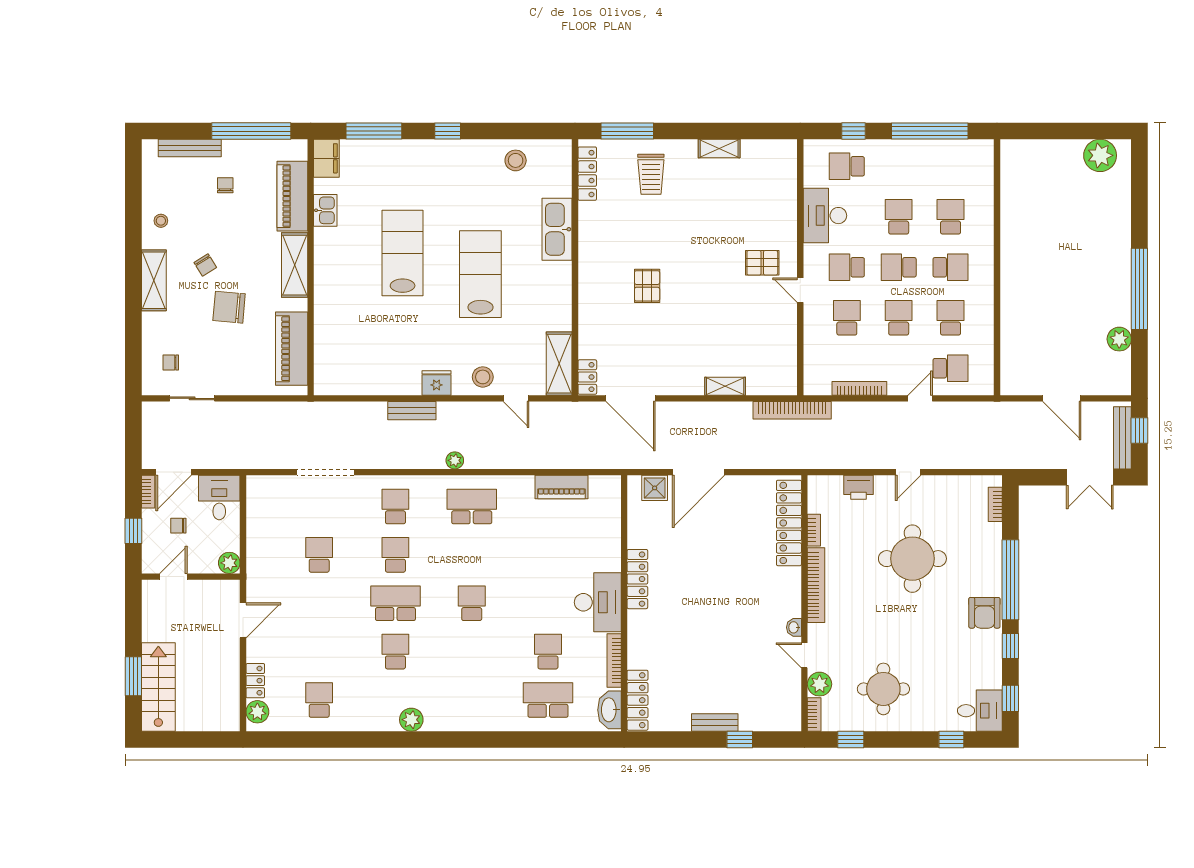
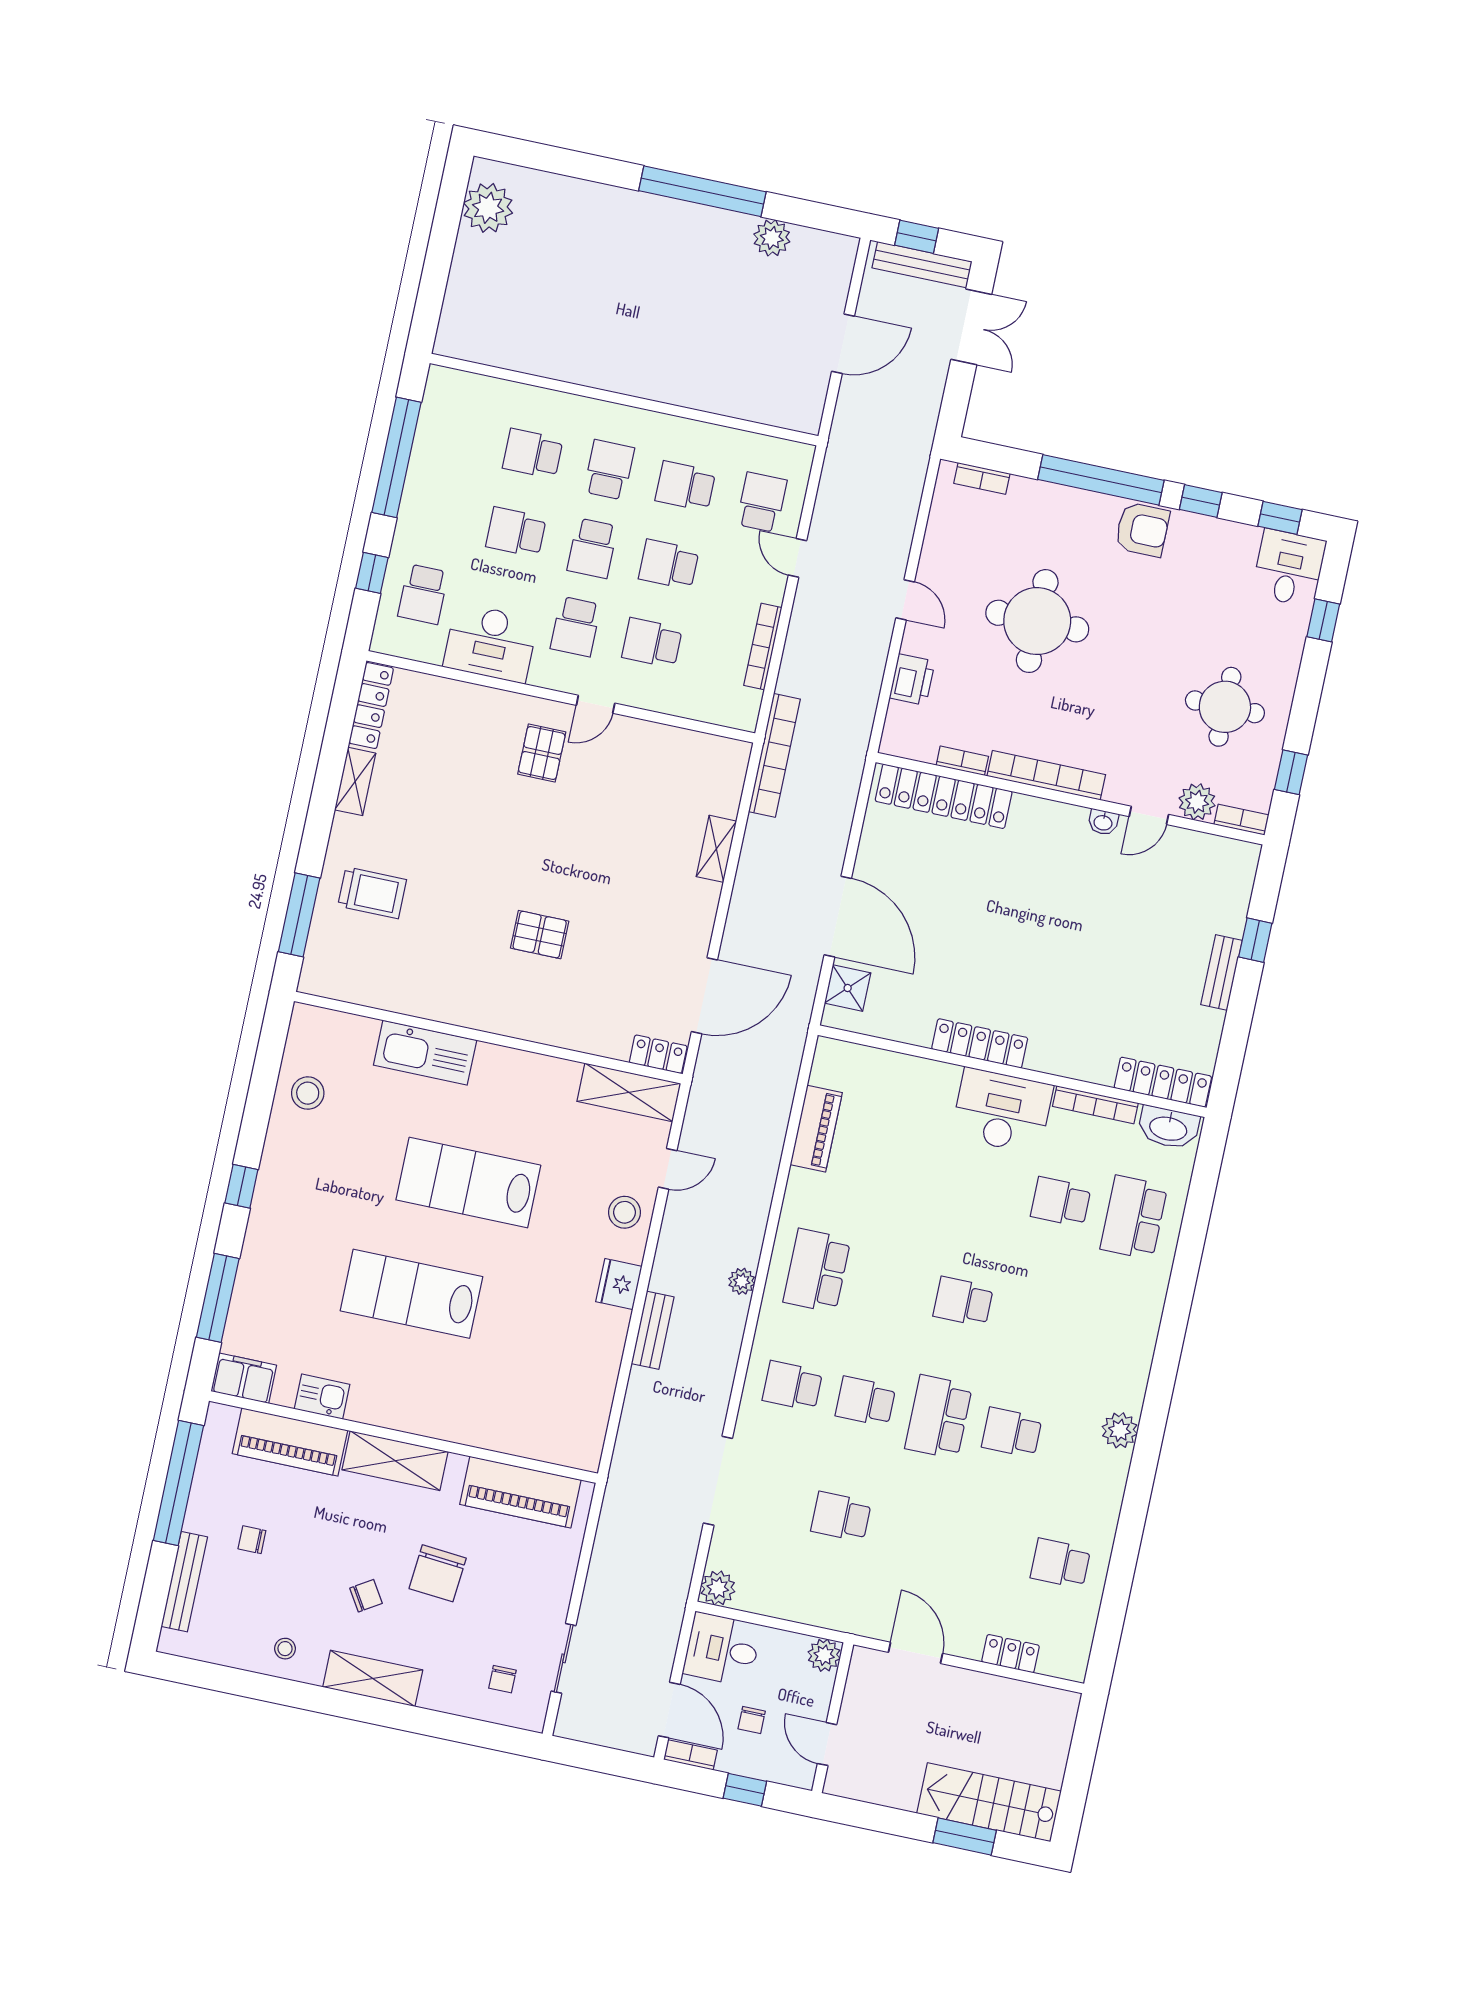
locker: (587, 174) -> (371, 706), moved, turned 90
plant: (257, 712) -> (718, 1588), moved

